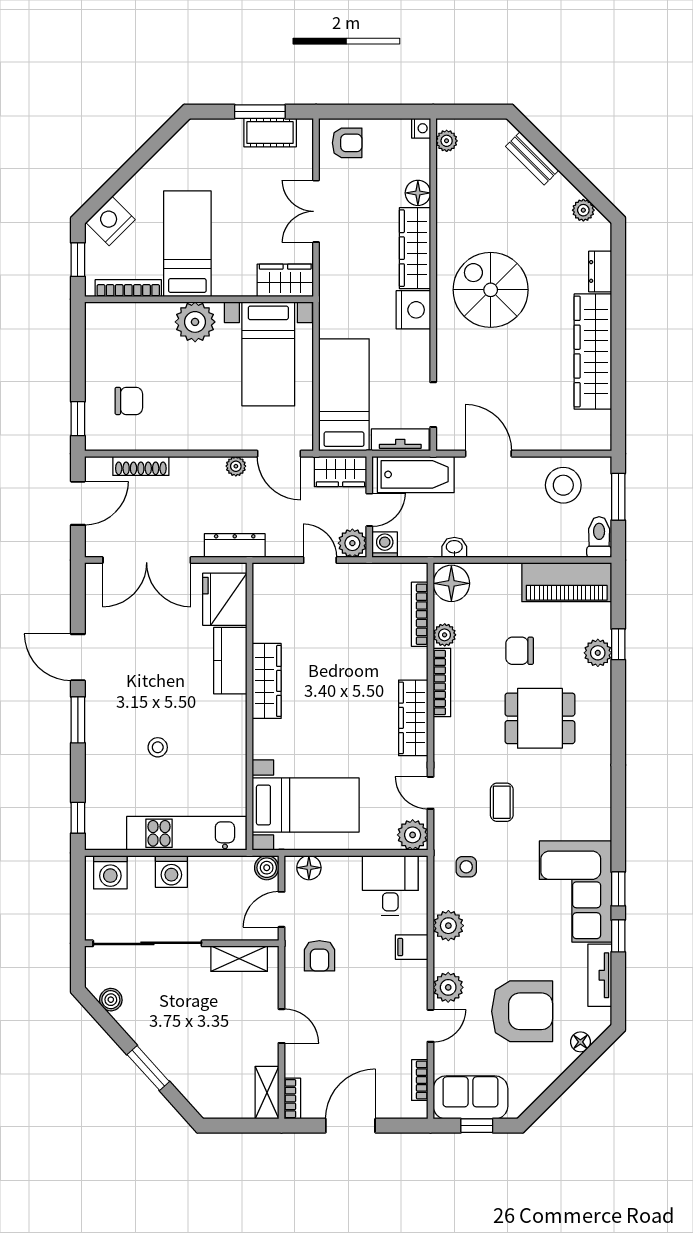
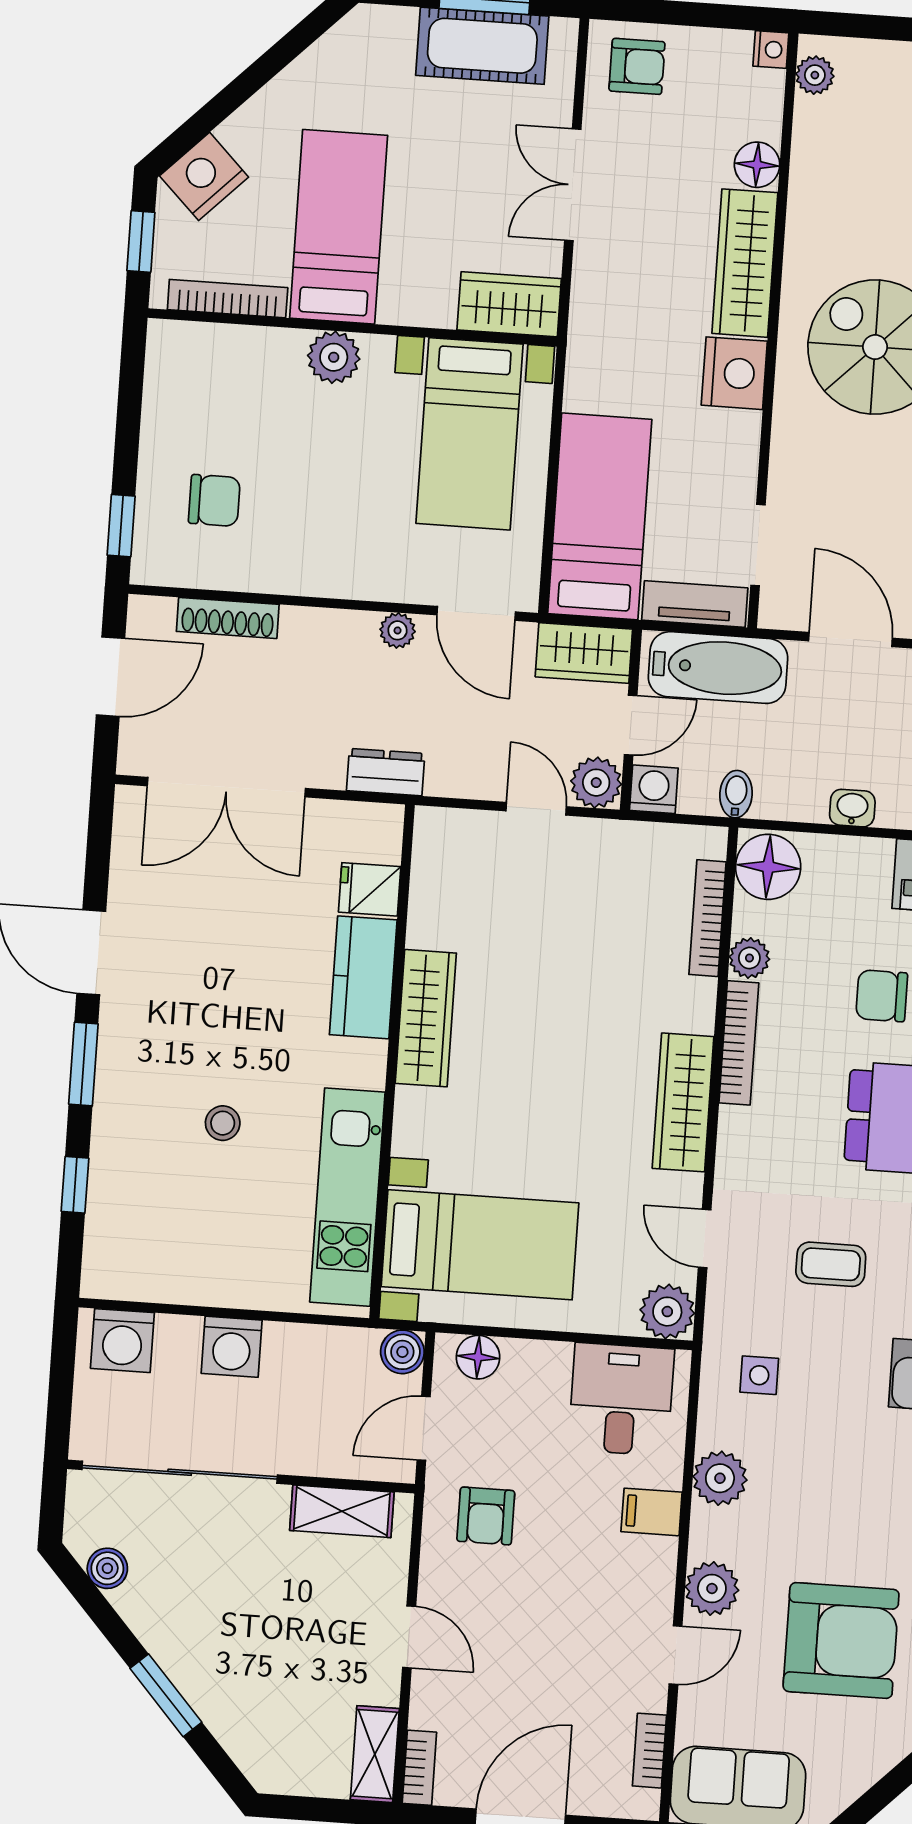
cot: (270, 133) -> (482, 46), width x1.37, depth x1.34
plant: (195, 322) -> (334, 357), width x0.73, depth x0.73
bidet: (431, 544) -> (736, 794), added
dresser: (235, 546) -> (386, 772), width x0.70
washbasin: (454, 547) -> (852, 808), moved
fridge: (225, 599) -> (370, 889), width x0.53, depth x0.75
coffee table: (502, 802) -> (831, 1264), turned 90
window: (78, 818) -> (75, 1185), moved
kitchen unit: (187, 833) -> (347, 1197), moved, turned -90

